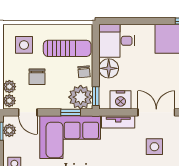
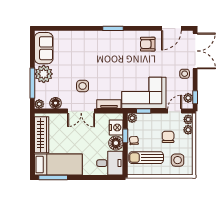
window: (96, 96) -> (125, 136), moved
plant: (81, 97) -> (132, 118), width x0.53, depth x0.53
nightstand: (121, 100) -> (116, 127), moved, turned 90
door: (28, 112) -> (175, 111), hinge flipped

